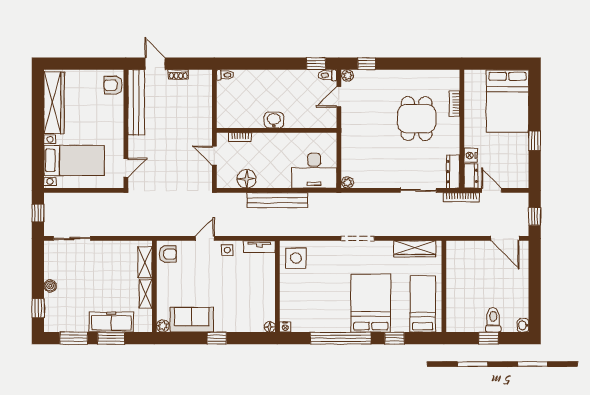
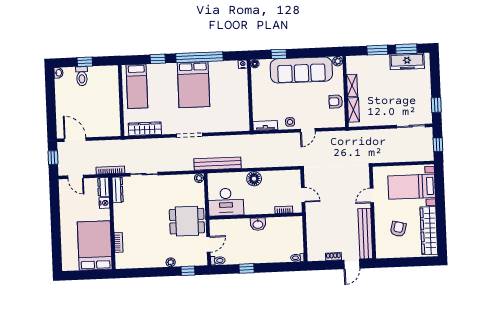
door: (155, 64) -> (352, 264), hinge flipped
window: (316, 64) -> (247, 268), moved
plant: (348, 75) -> (171, 262), moved
armchair: (113, 85) -> (398, 229), moved, turned -76
bed: (507, 101) -> (95, 246), moved
dining table: (417, 119) -> (187, 221), moved, turned 90
window: (535, 141) -> (55, 216), removed
door: (126, 168) -> (372, 196), moved
desk: (314, 171) -> (226, 202), moved, turned 180
floor lamp: (247, 179) -> (254, 179), moved
door: (492, 190) -> (76, 177), moved
bench: (277, 200) -> (217, 164), moved
armchair: (168, 254) -> (336, 102), moved
side table: (296, 258) -> (237, 118), removed
boiler: (50, 286) -> (426, 89), removed
bed: (371, 303) -> (194, 85), moved
window: (38, 308) -> (436, 105), moved
sofa: (192, 320) -> (301, 70), width x1.85, depth x1.27
freezer: (111, 322) -> (407, 61), moved
window: (217, 338) -> (279, 54), moved

